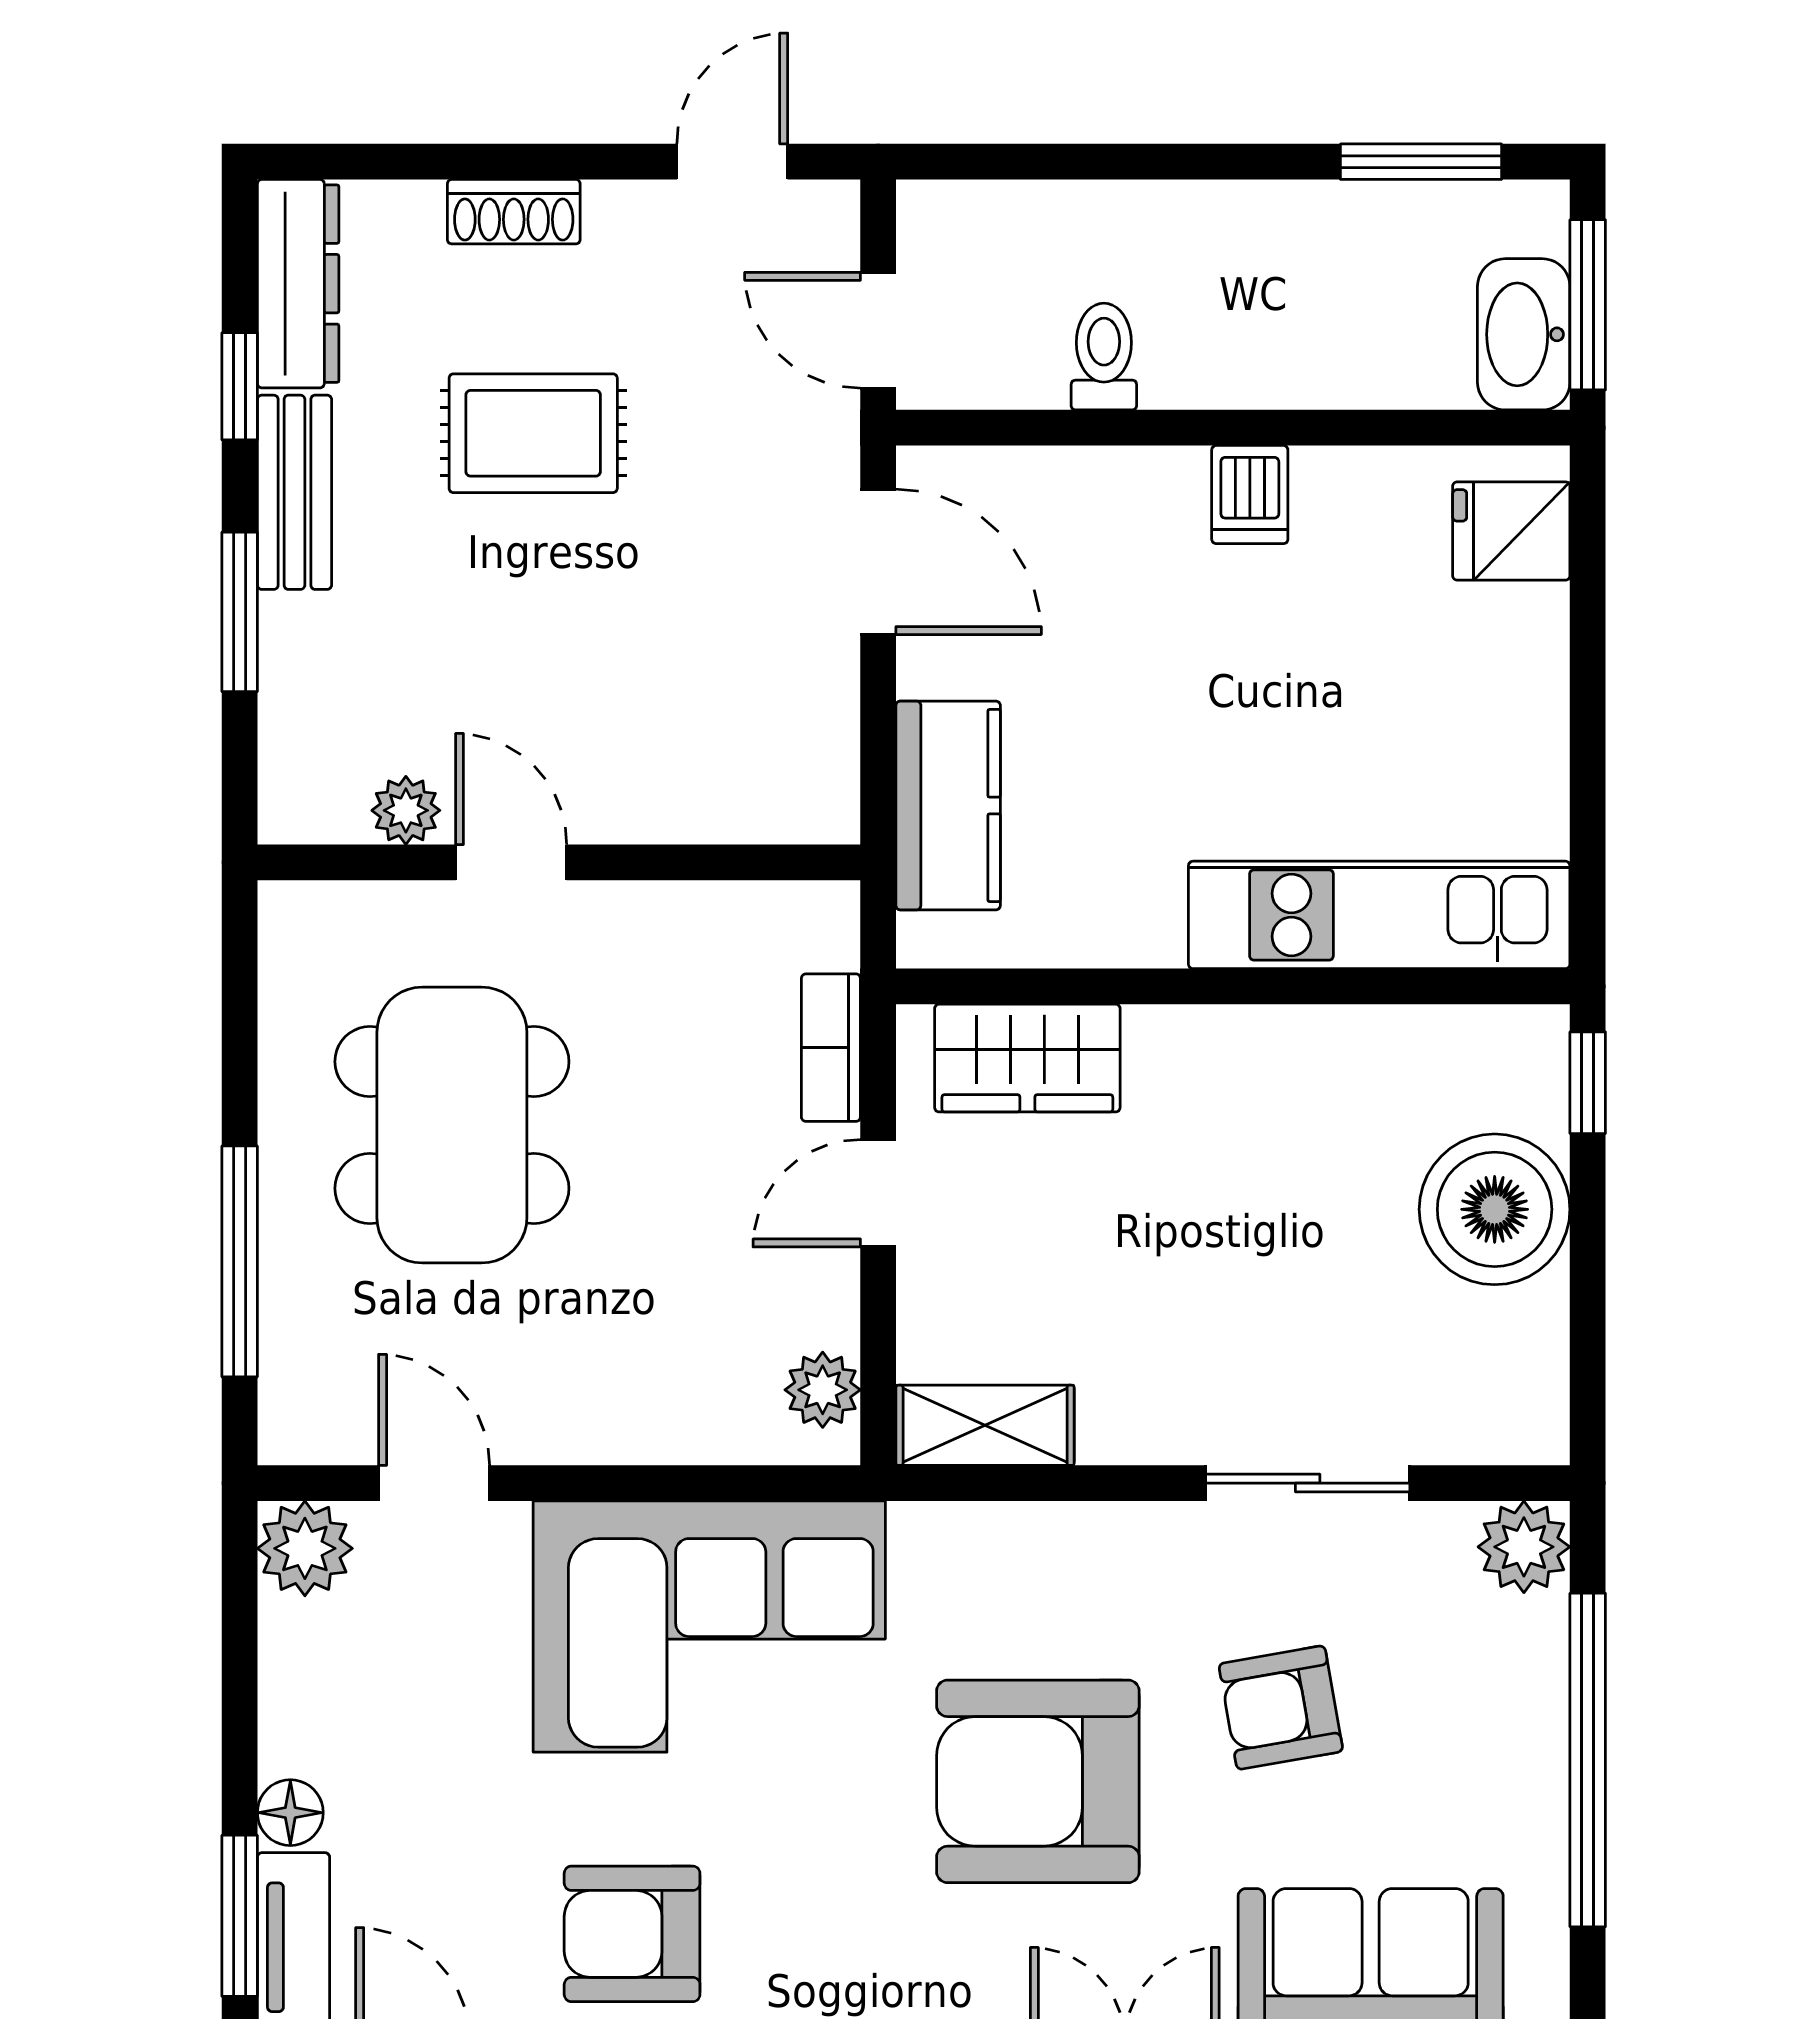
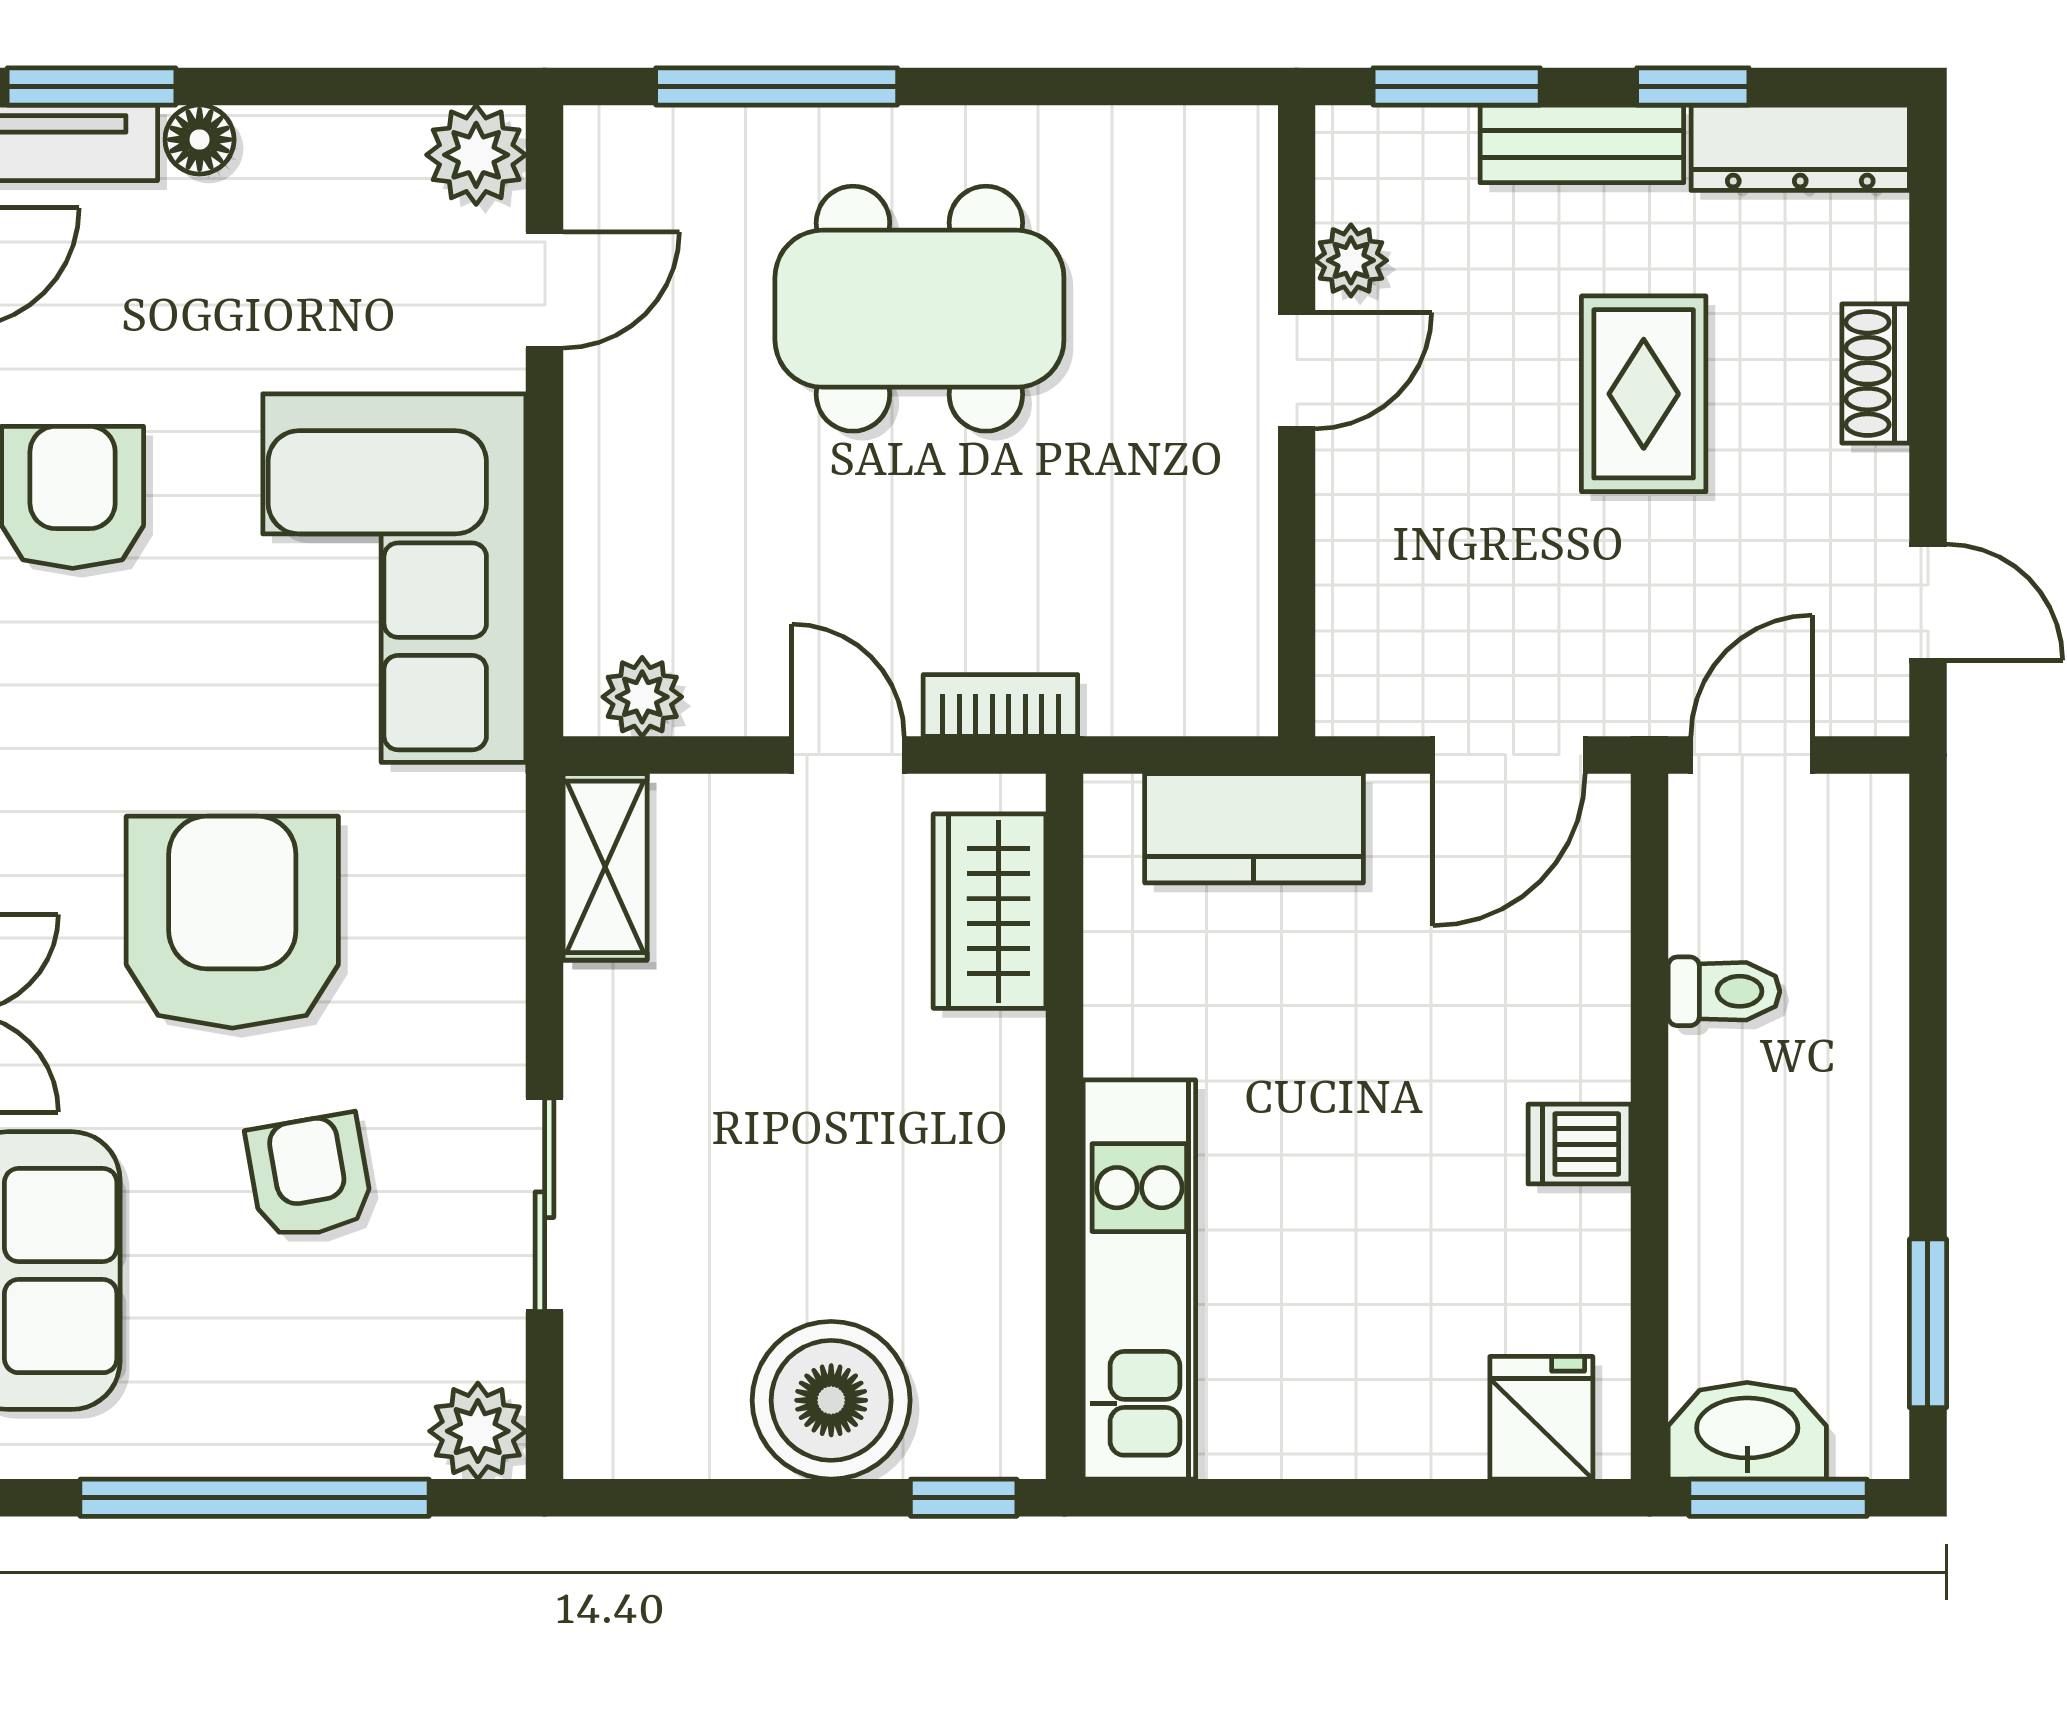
plant: (406, 810) -> (1351, 260), moved
door: (511, 862) -> (1297, 371), moved
wall: (559, 862) -> (1297, 421), moved

